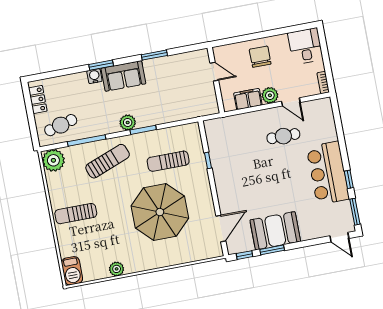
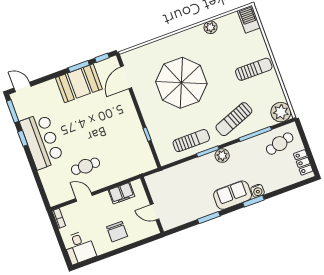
plant: (270, 95) -> (103, 200), removed
sun lounger: (168, 161) -> (191, 141), moved

